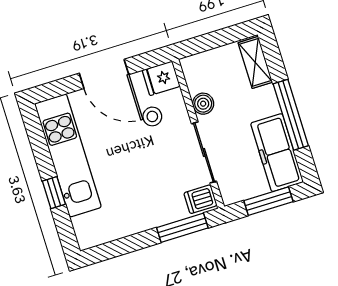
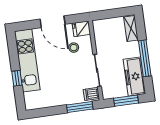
boiler: (203, 104) -> (101, 45), removed

